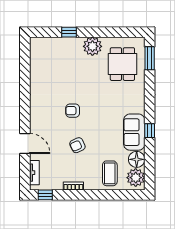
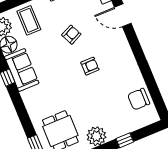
chair: (42, 63) -> (139, 99), added

